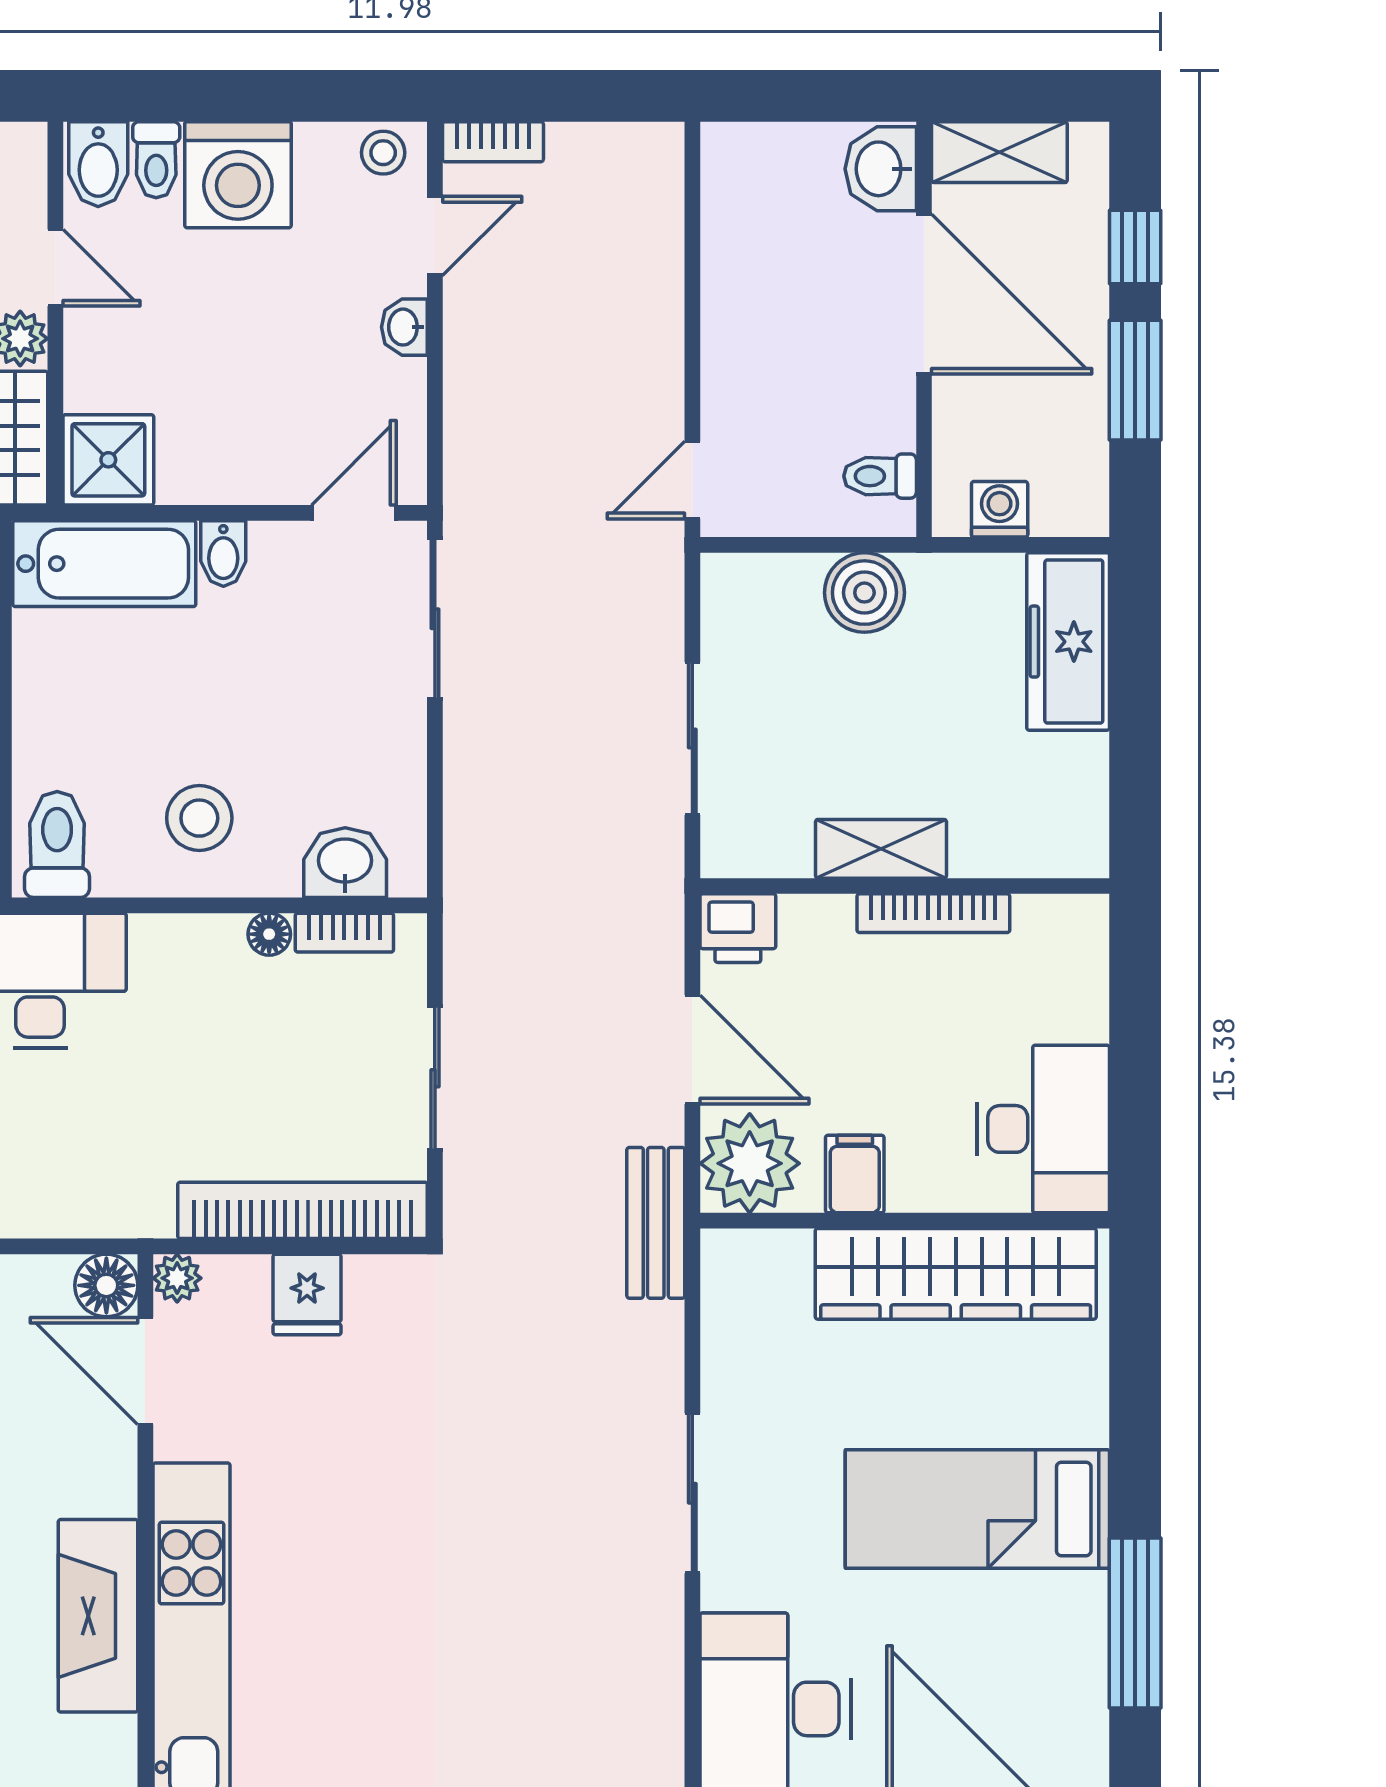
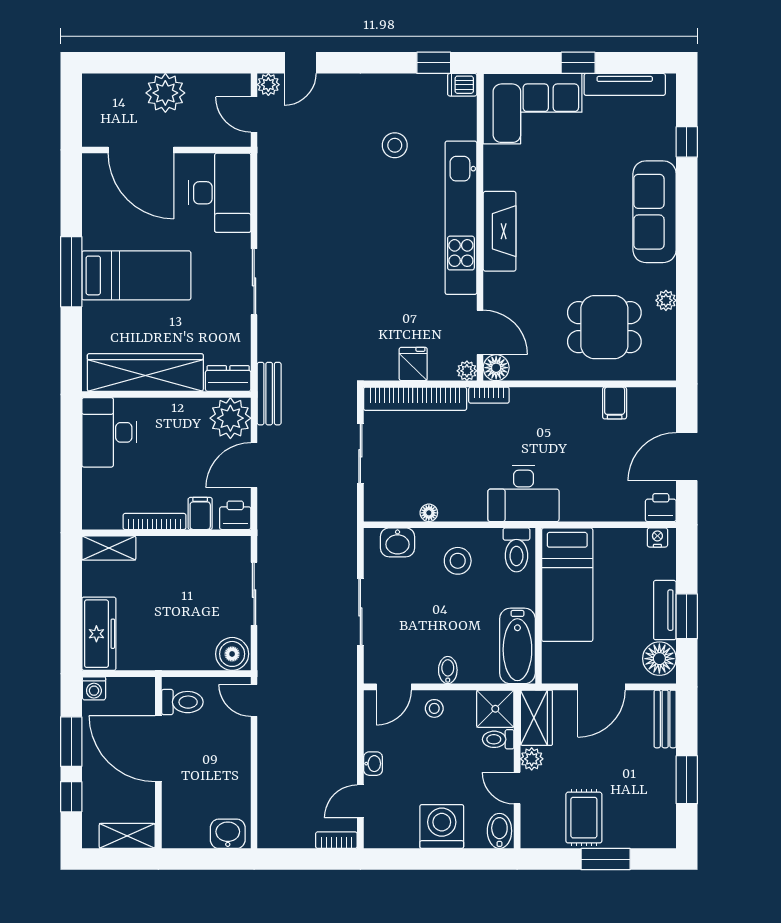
stool: (383, 153) -> (434, 708), moved
toilet: (156, 160) -> (498, 739), moved, turned -90
washbasin: (881, 169) -> (228, 834), moved, turned -90
door: (924, 294) -> (158, 749), moved
toilet: (880, 476) -> (182, 702), width x1.37, depth x1.39
door: (692, 480) -> (254, 700), swing flipped
washing machine: (1000, 509) -> (94, 688), moved
bathtub: (104, 564) -> (517, 646), moved, turned -90
boiler: (864, 593) -> (232, 654), moved
sliding door: (435, 619) -> (360, 612), moved
shelving: (881, 849) -> (109, 548), moved
bookcase: (344, 933) -> (489, 395), moved, turned 180
door: (692, 1050) -> (254, 465), hinge flipped
filing cabinet: (855, 1174) -> (200, 513), moved, turned 180
dresser: (755, 1259) -> (228, 379), added
window: (1135, 1623) -> (71, 272), moved

